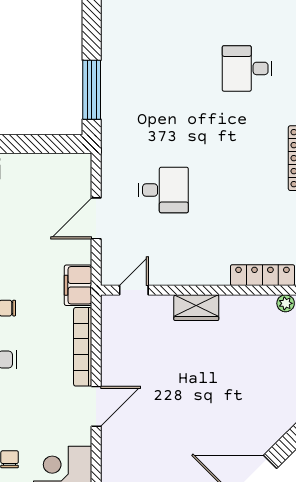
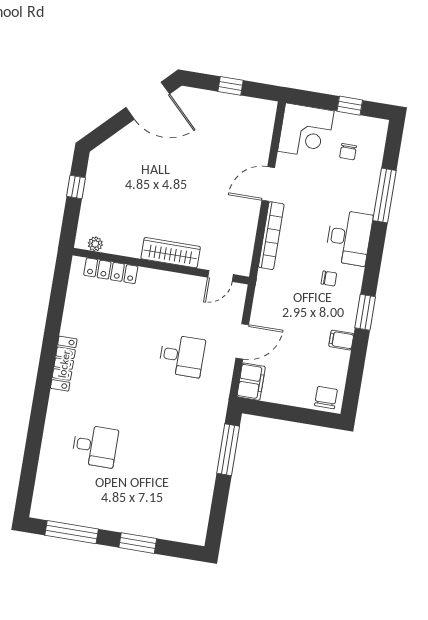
desk: (163, 190) -> (182, 356), turned 180
filing cabinet: (78, 285) -> (251, 382), moved
wardrobe: (196, 308) -> (171, 253), width x1.50

